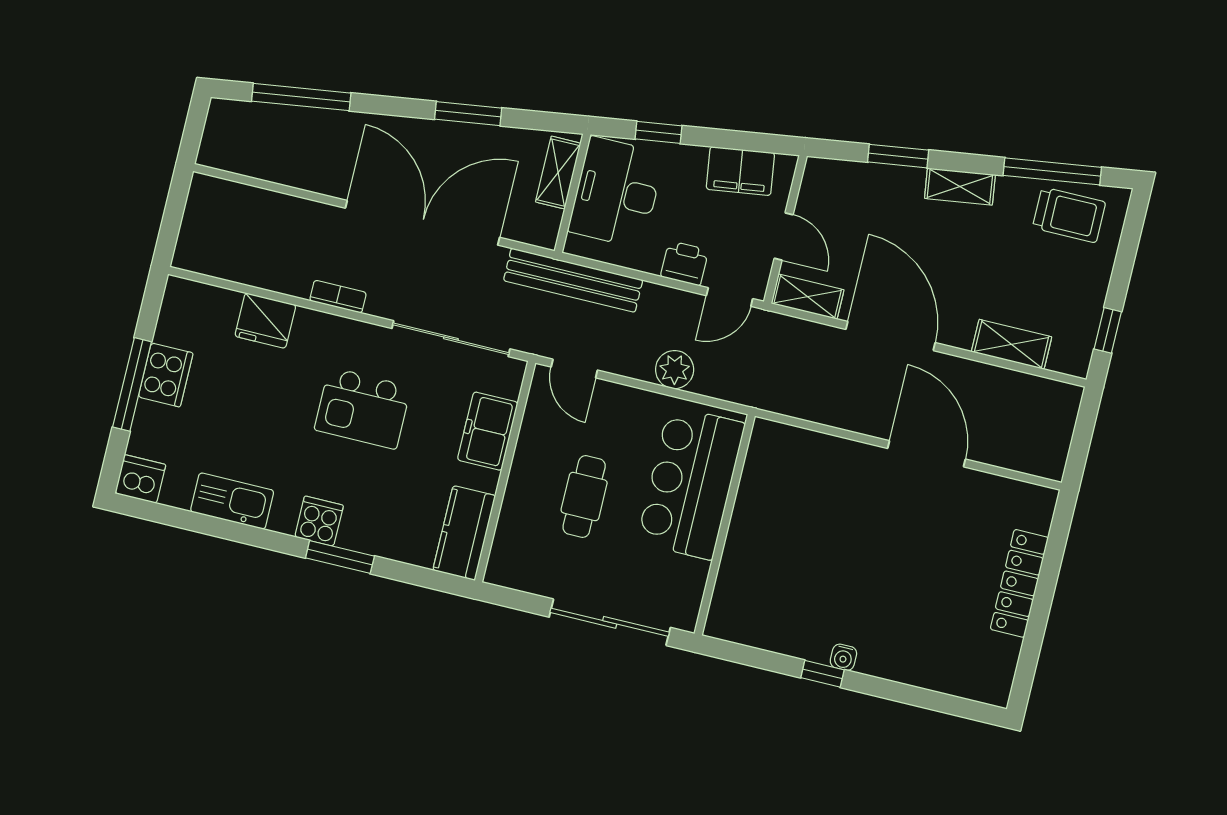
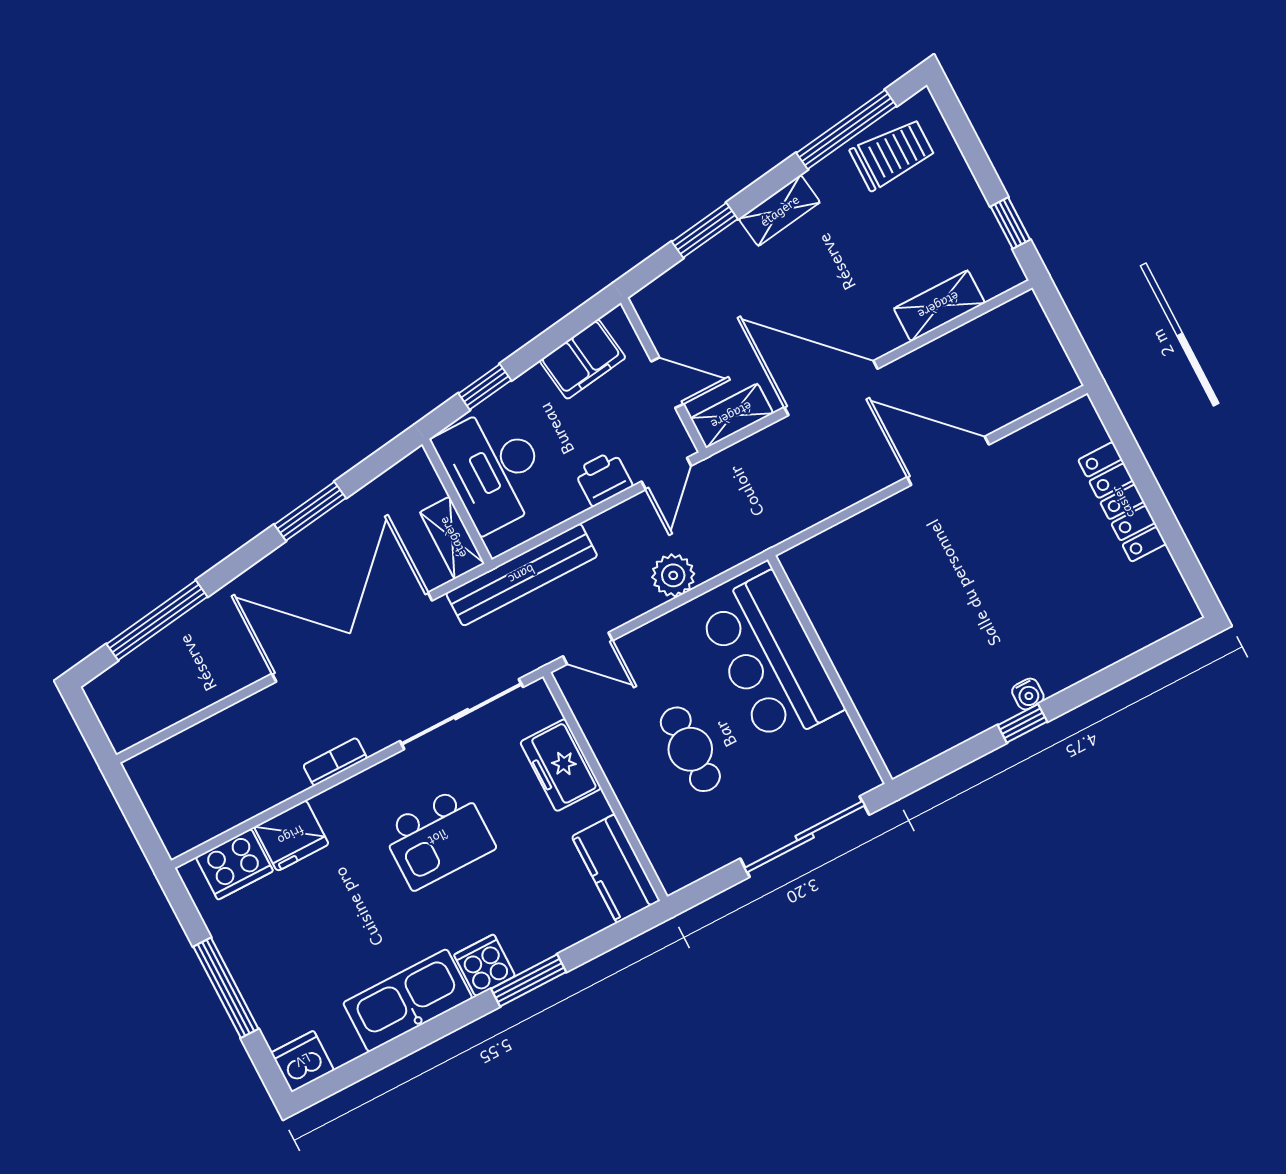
shelving: (558, 173) -> (452, 538), moved
cooker: (166, 375) -> (234, 864), moved, turned 90
kitchen sink: (232, 501) -> (408, 1000), width x1.36, depth x1.24

